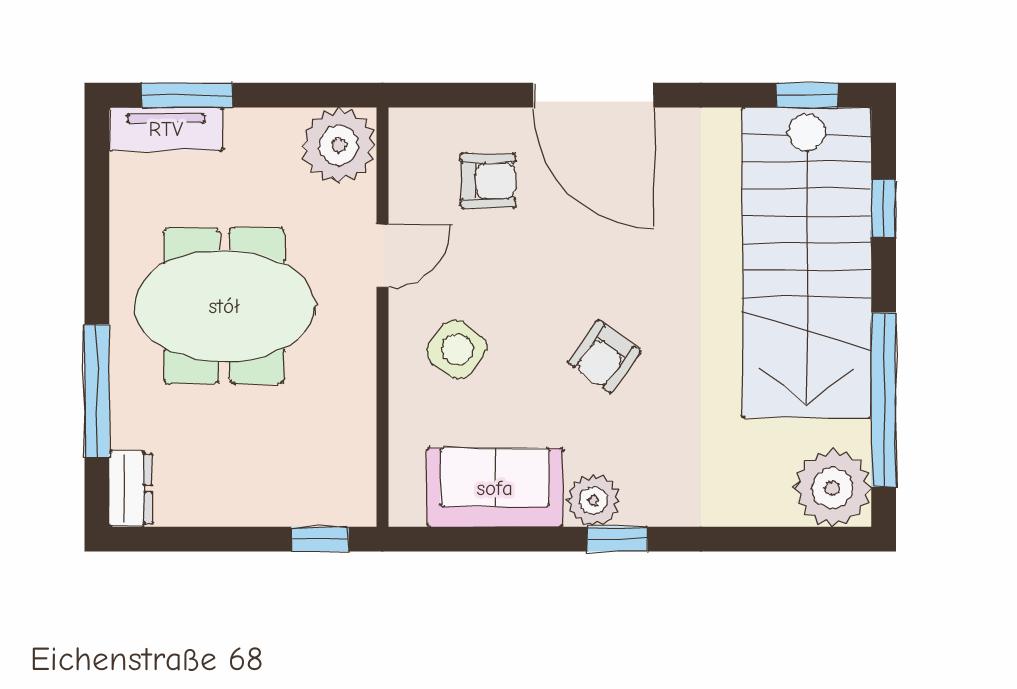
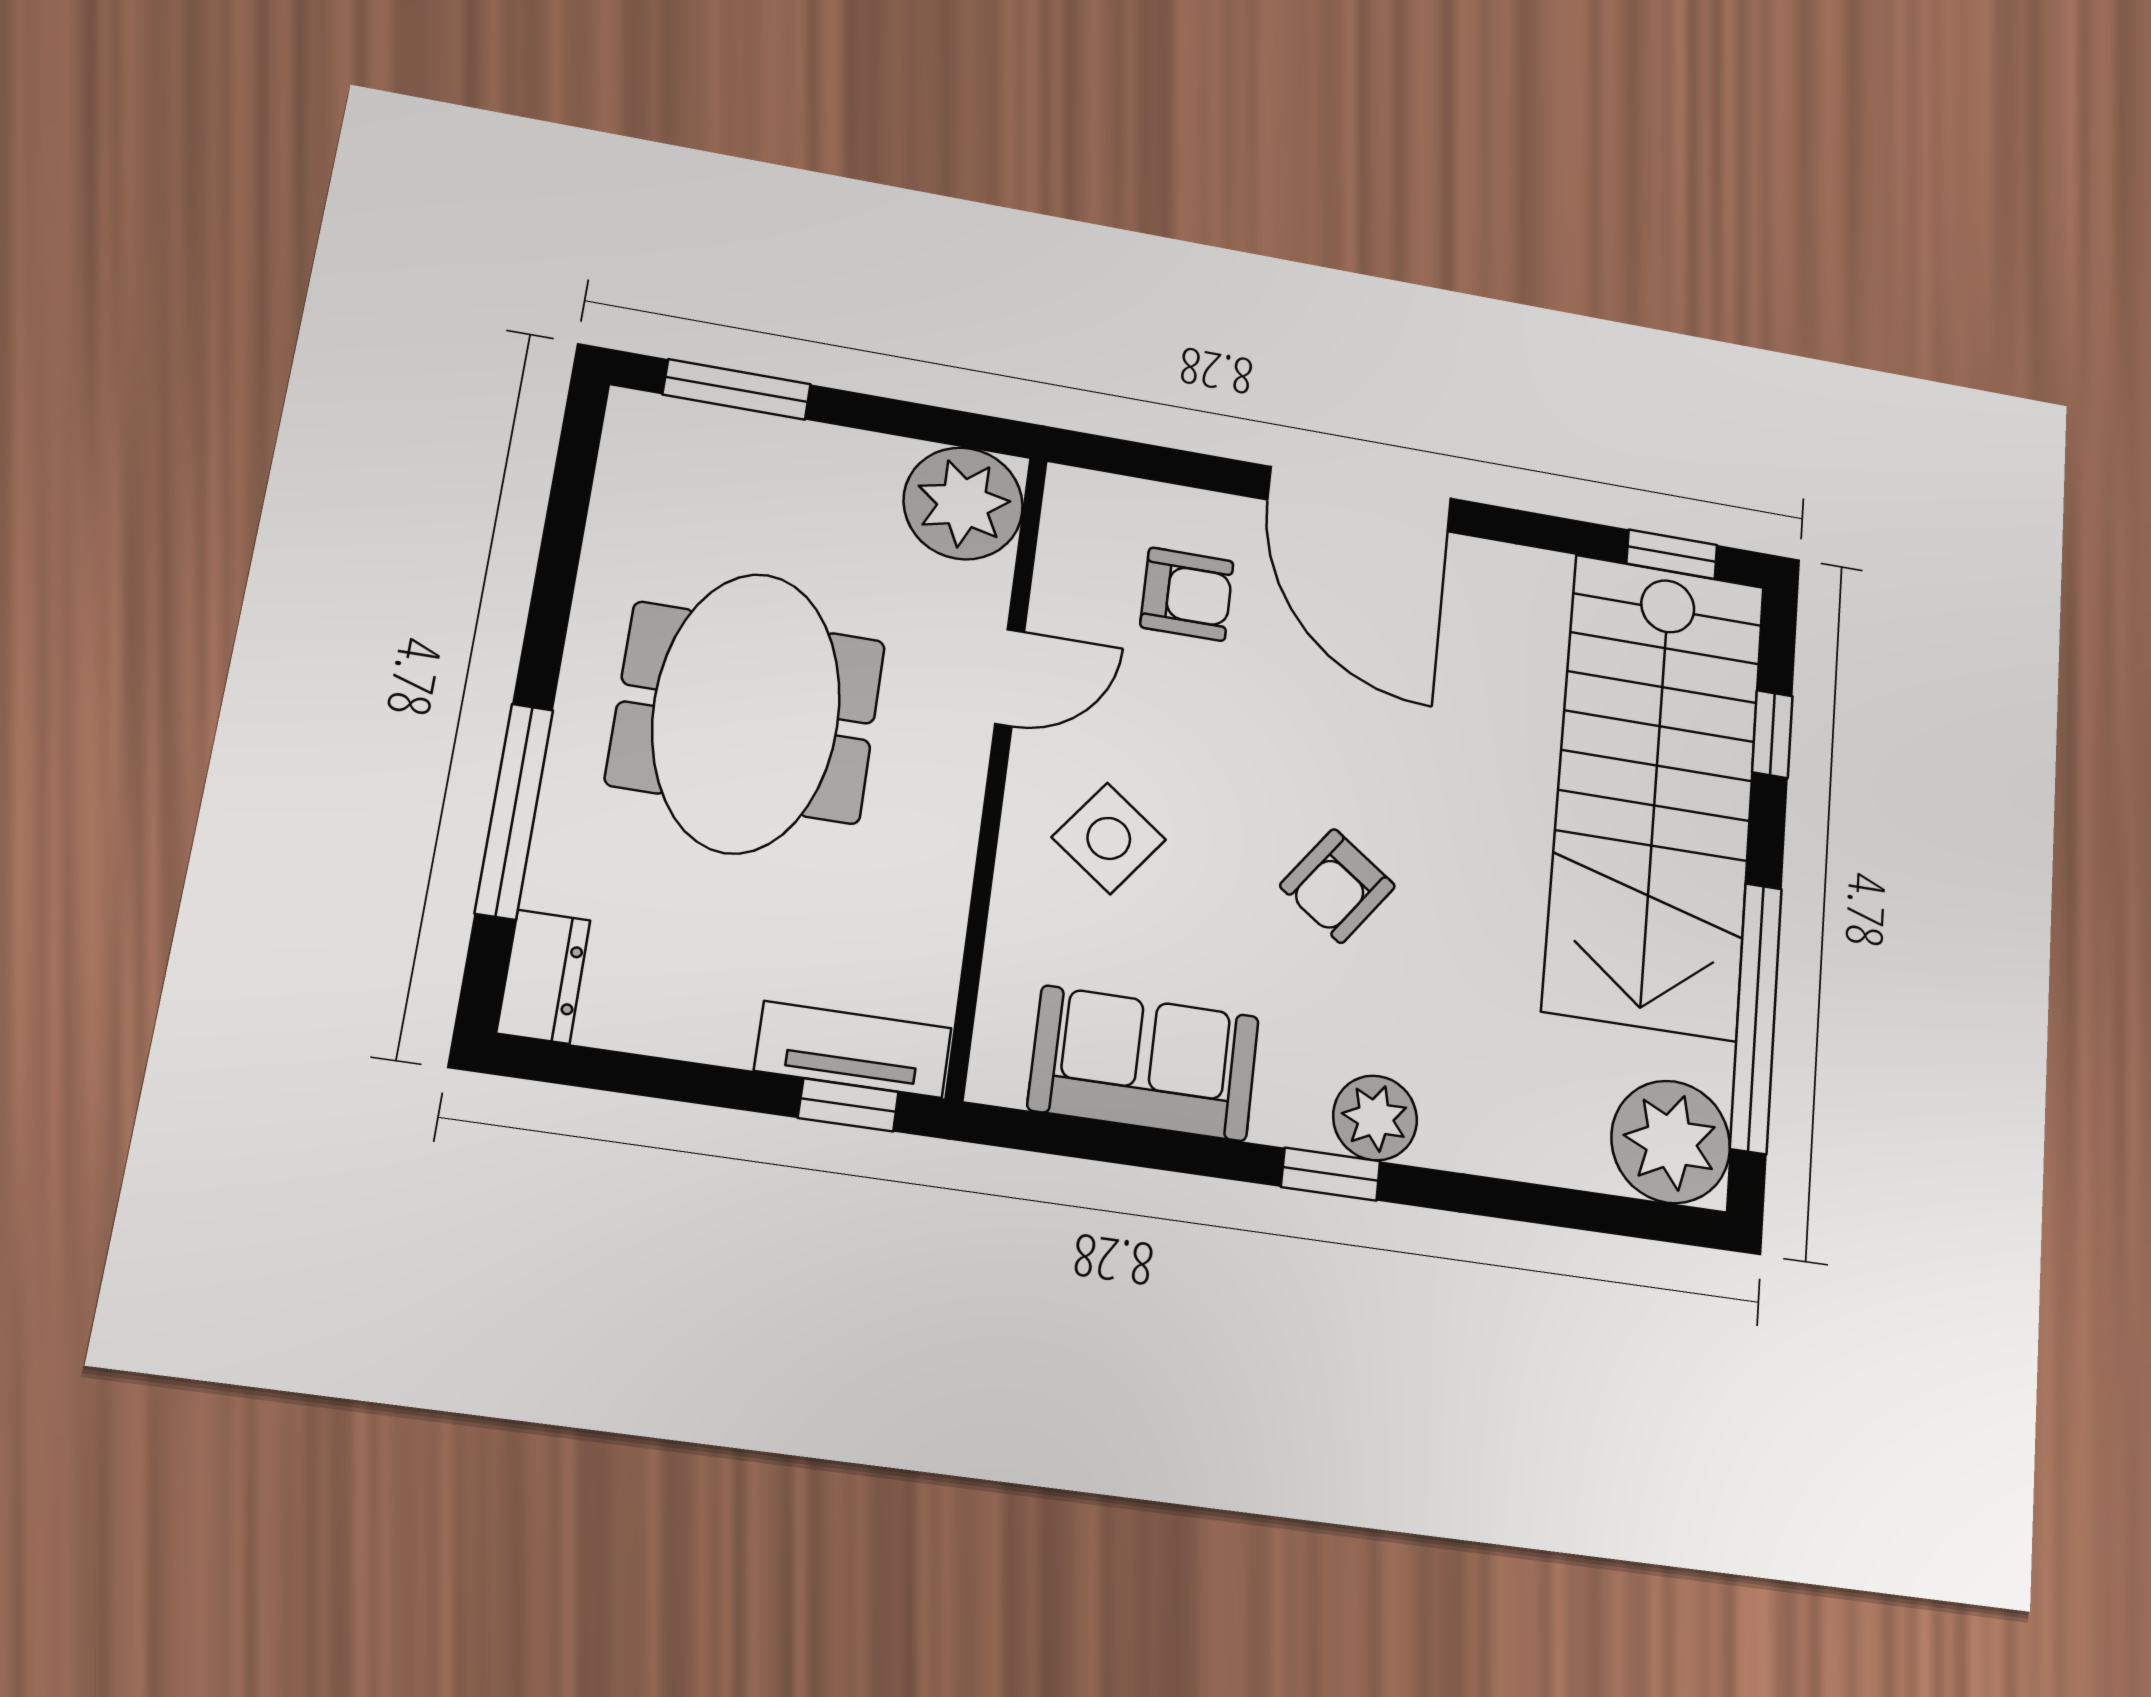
tv unit: (166, 129) -> (853, 1049), moved, turned 180
meeting table: (224, 306) -> (746, 712), turned 90
plant: (593, 500) -> (1375, 1118), moved

